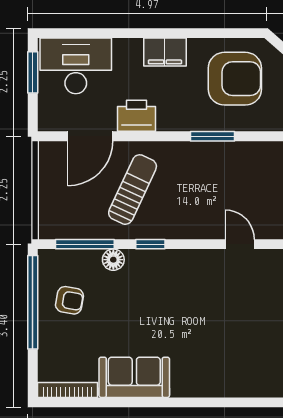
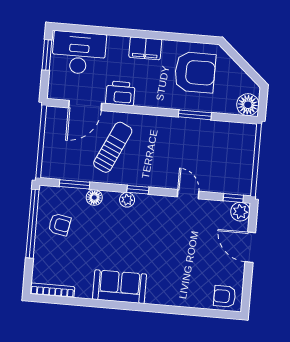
window: (213, 136) -> (195, 115), moved
window: (85, 244) -> (74, 184), width x0.69
window: (150, 244) -> (138, 190), moved
plant: (158, 259) -> (127, 200), added
sofa: (134, 377) -> (120, 287), moved

